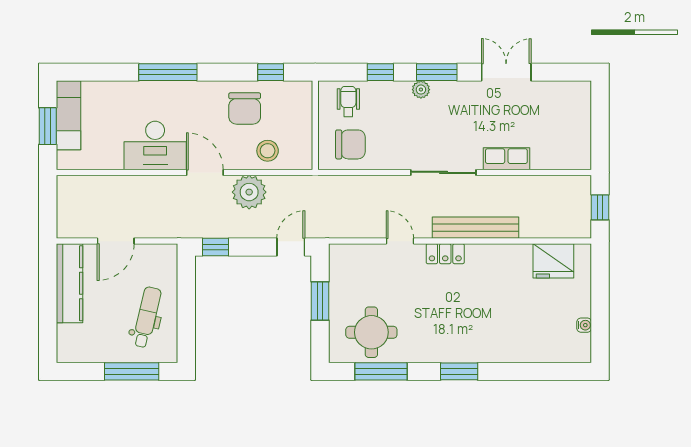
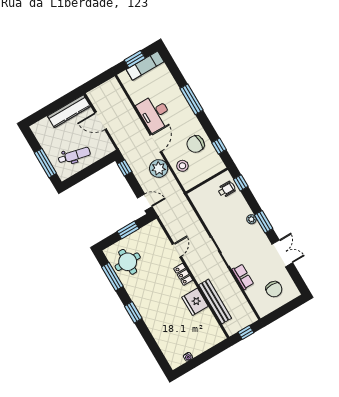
window: (380, 72) -> (241, 183), moved
chair: (350, 144) -> (274, 289), moved
bench: (476, 228) -> (215, 301), moved
fridge: (553, 261) -> (195, 302), moved

